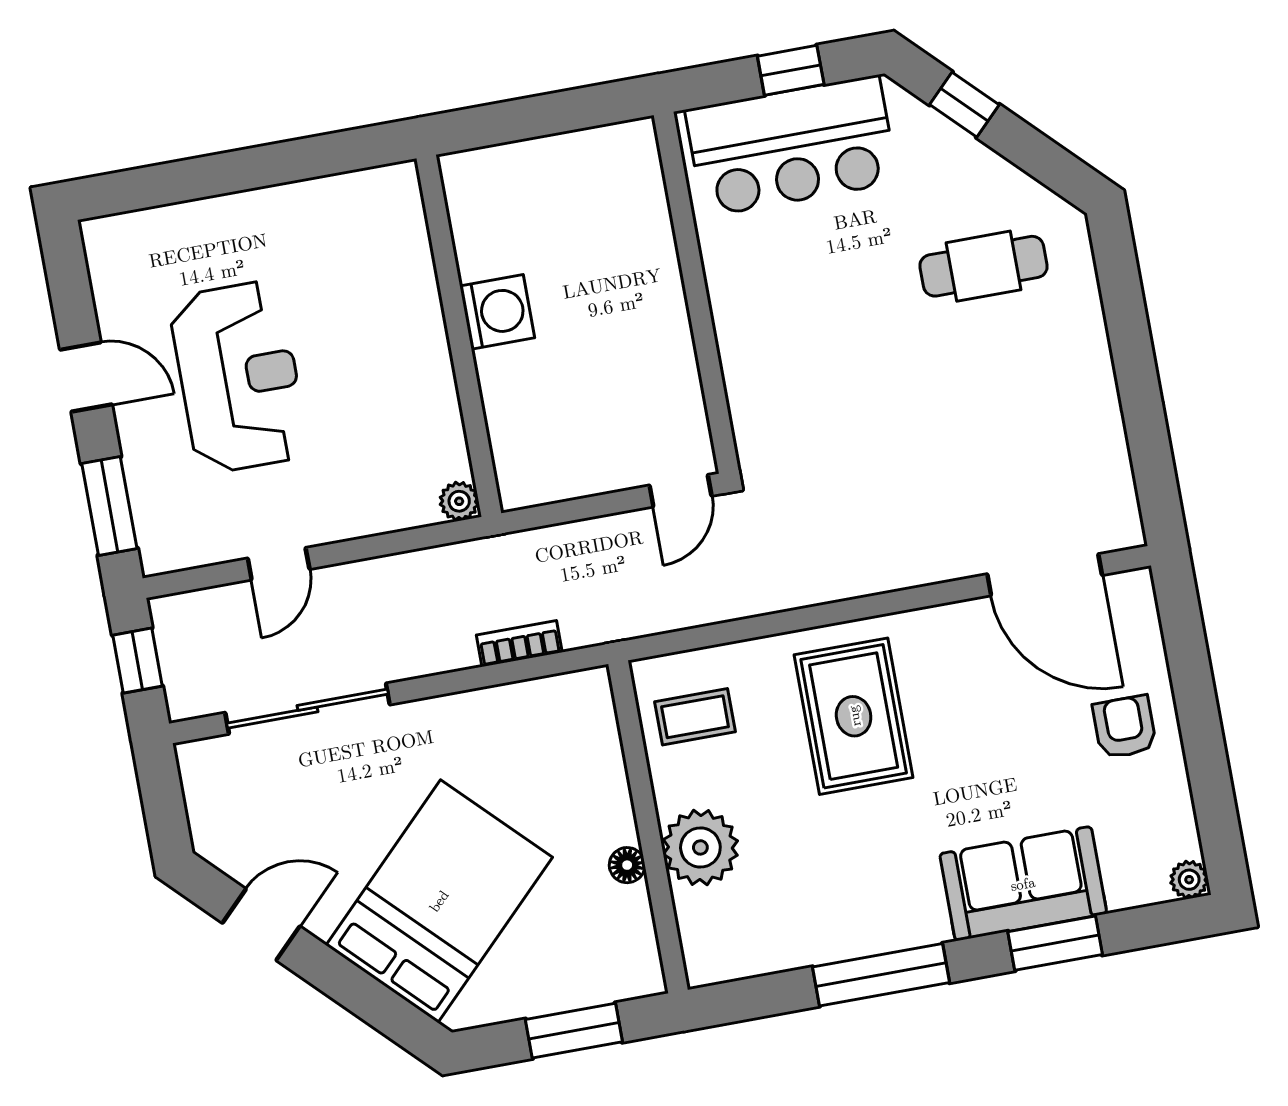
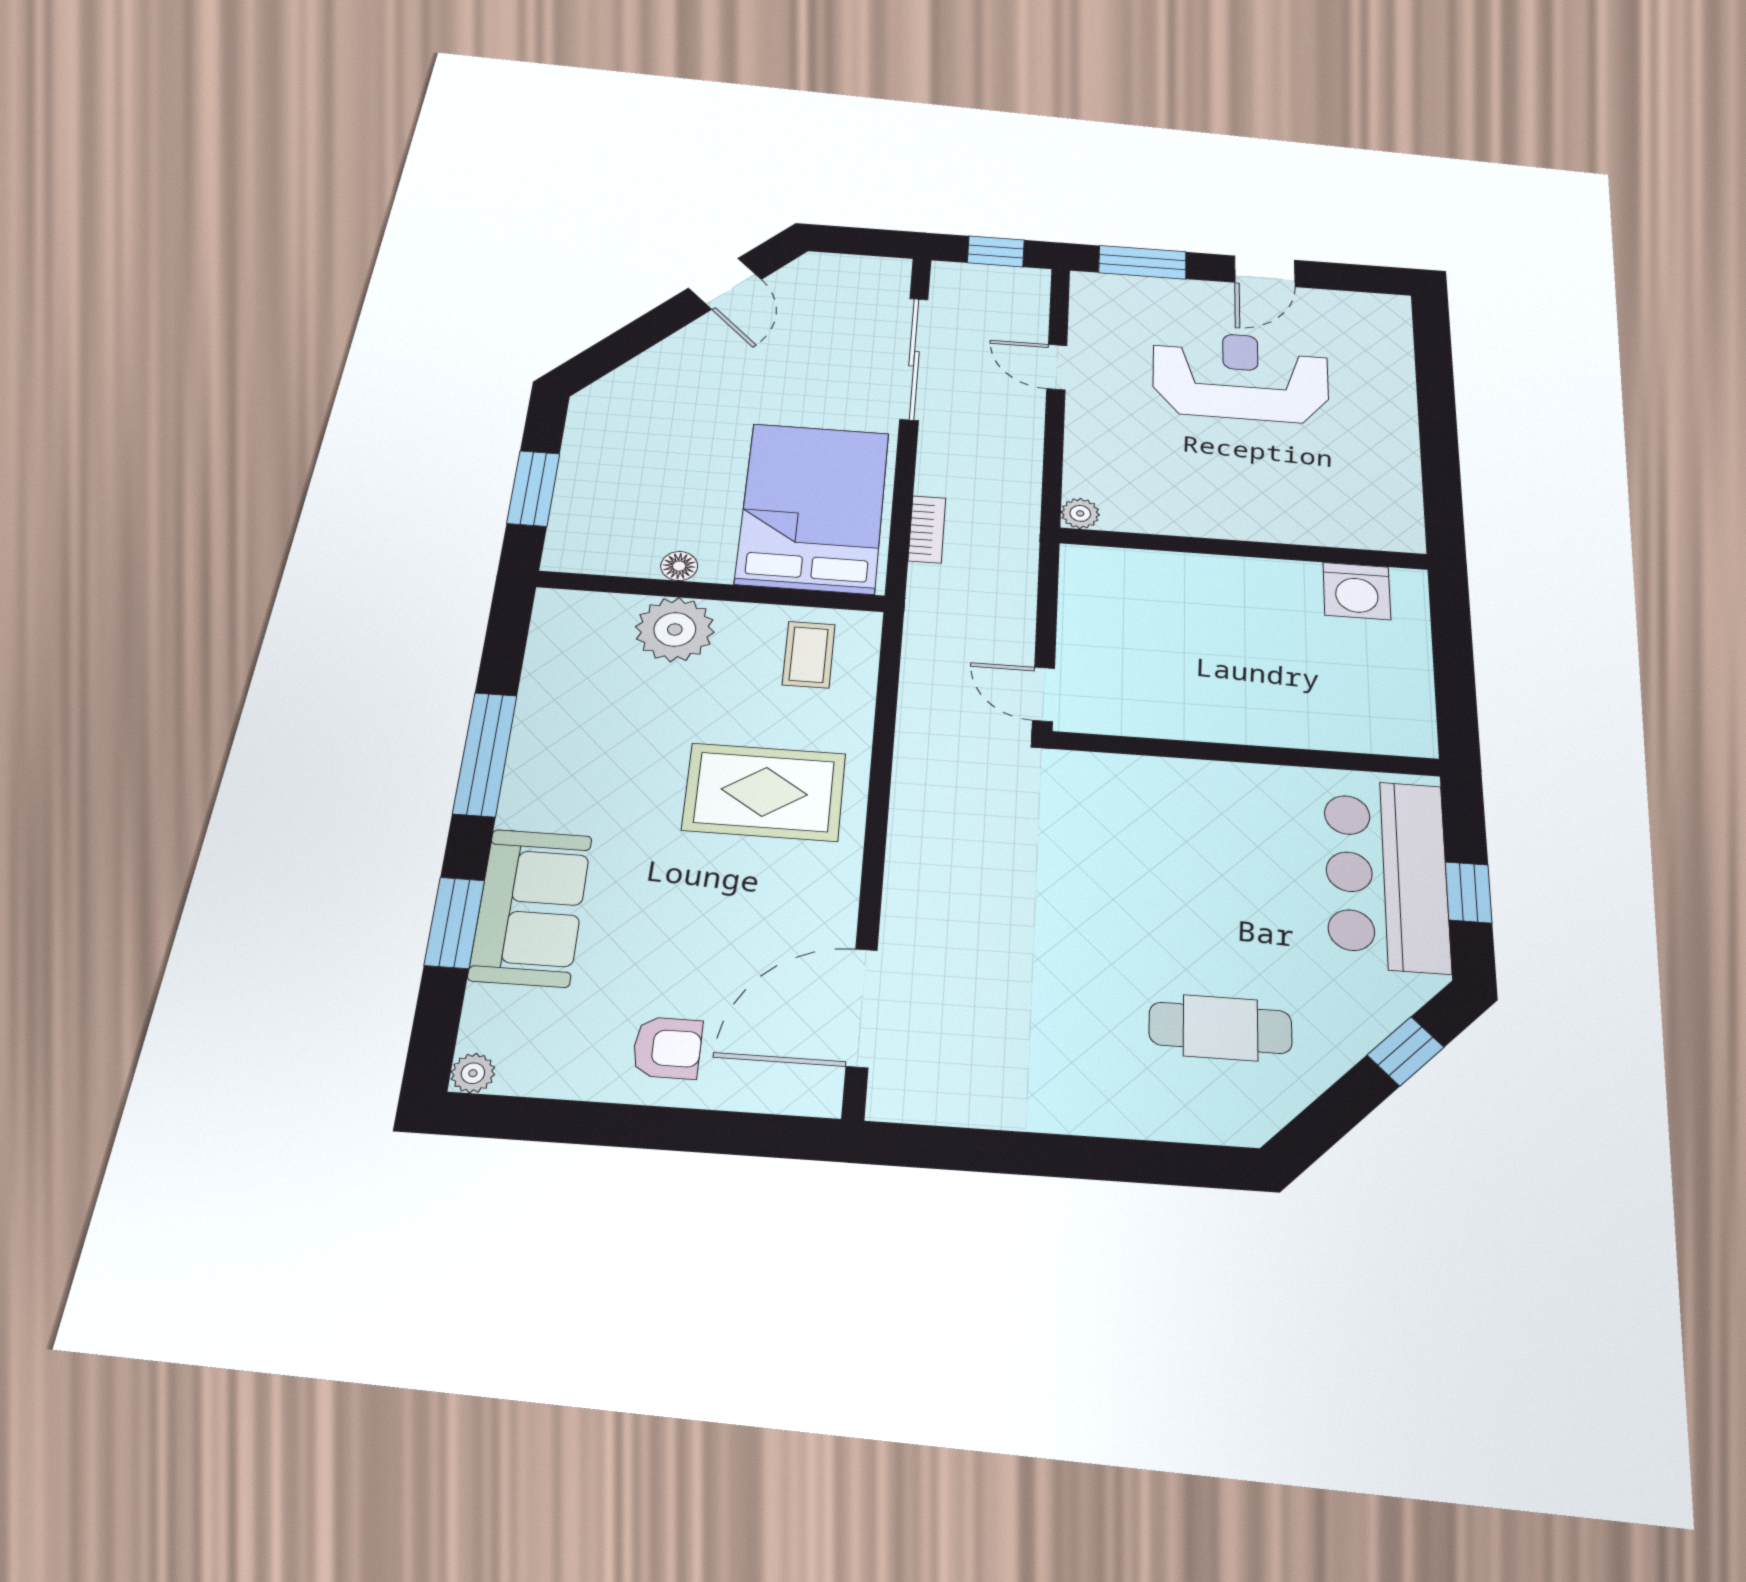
cafe table: (984, 266) -> (1220, 1028), turned 90
washing machine: (497, 312) -> (1357, 591), moved
reception desk: (239, 377) -> (1241, 376), turned 180
bed: (439, 901) -> (813, 508), moved, turned -135

